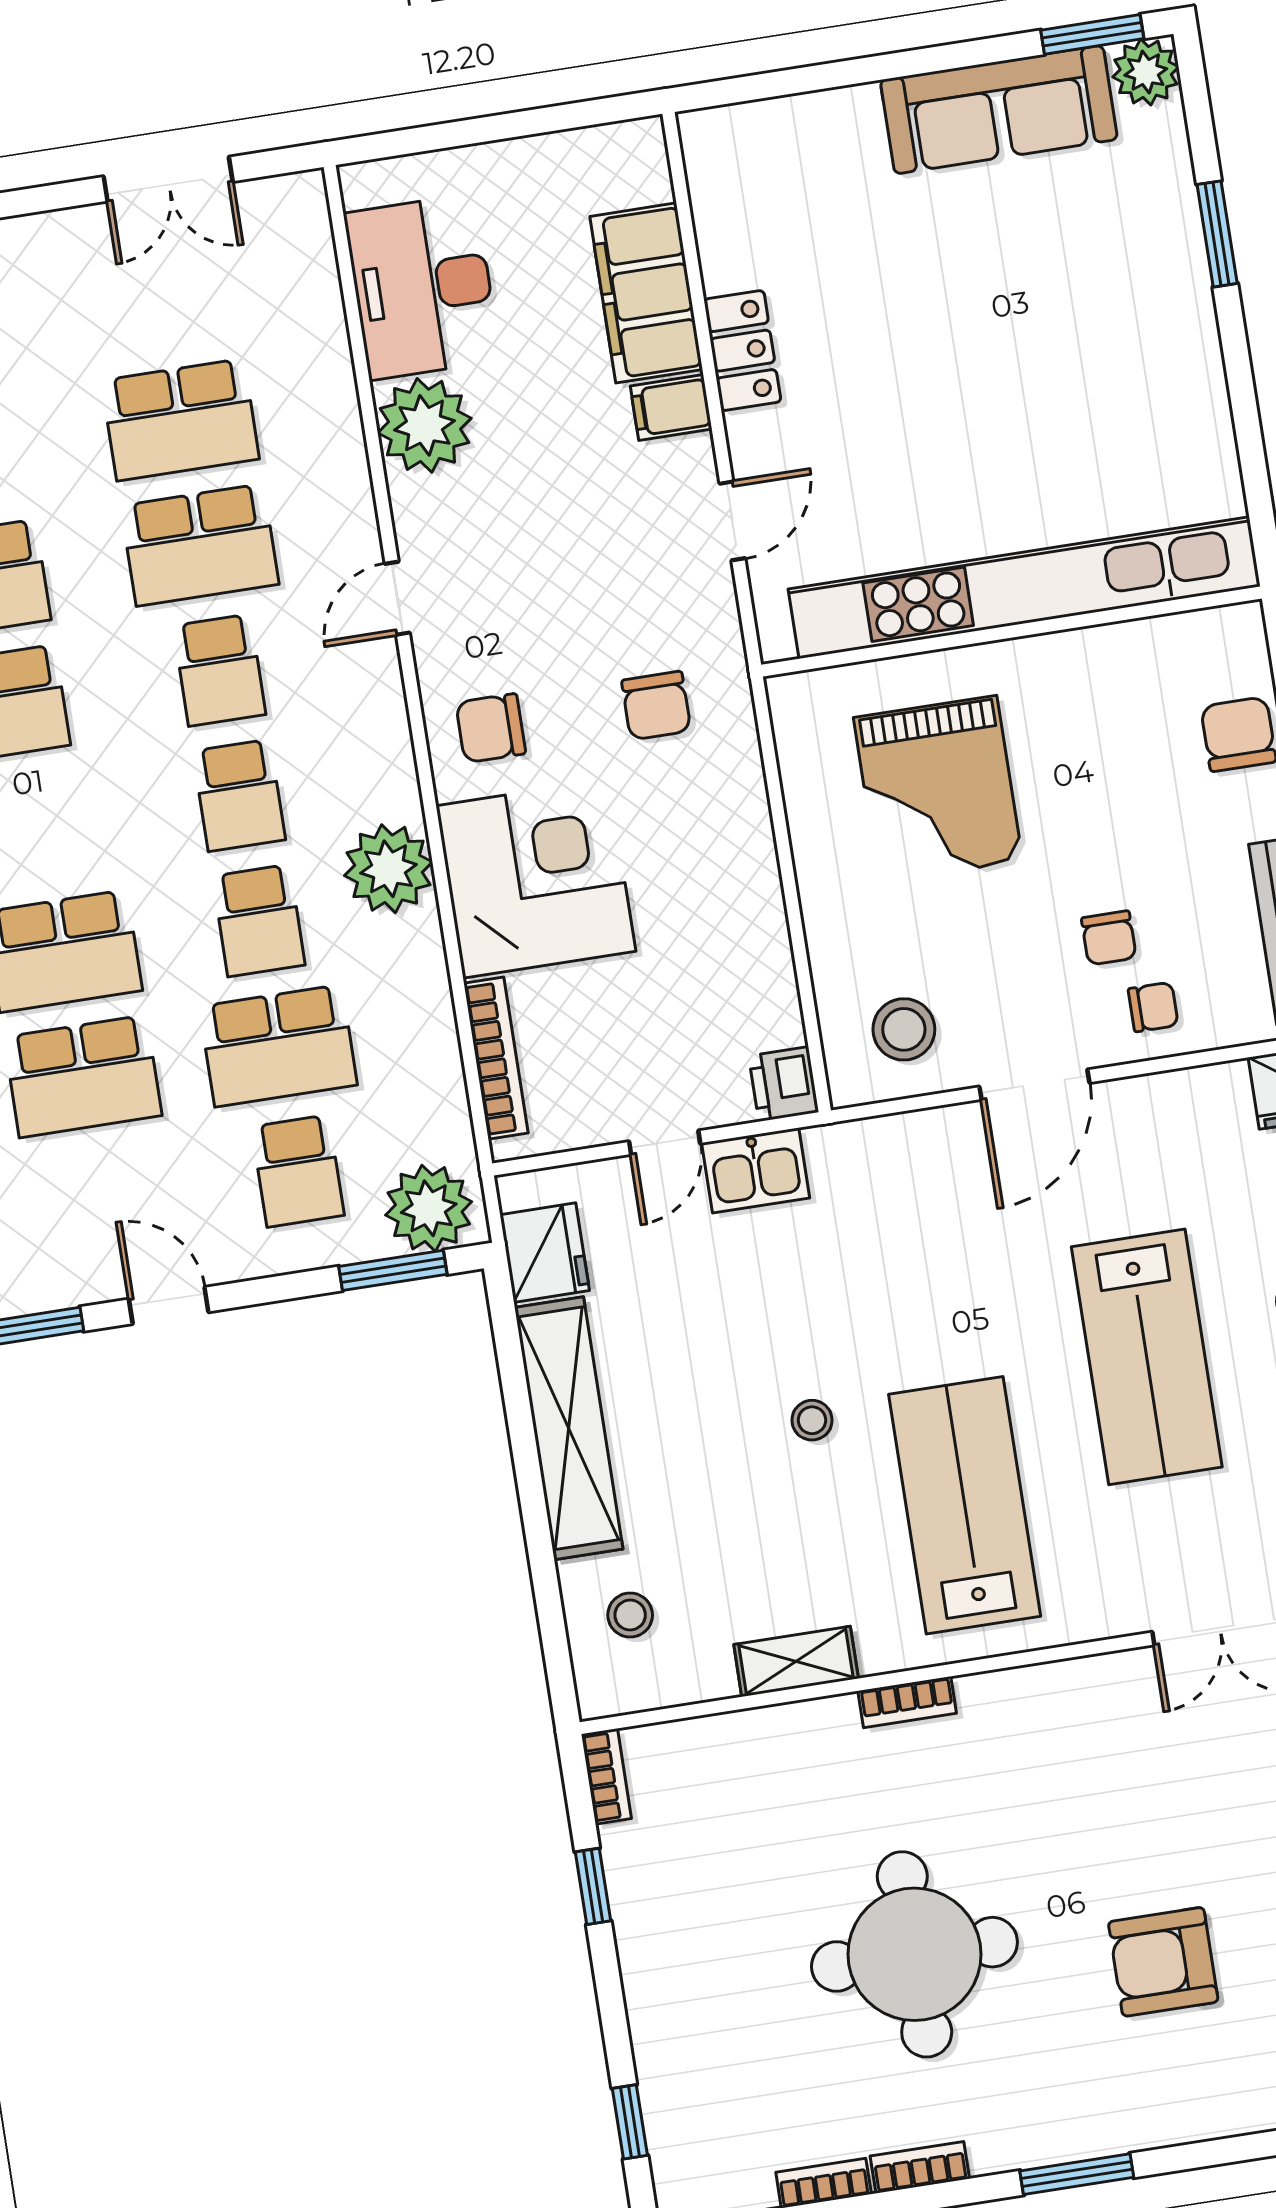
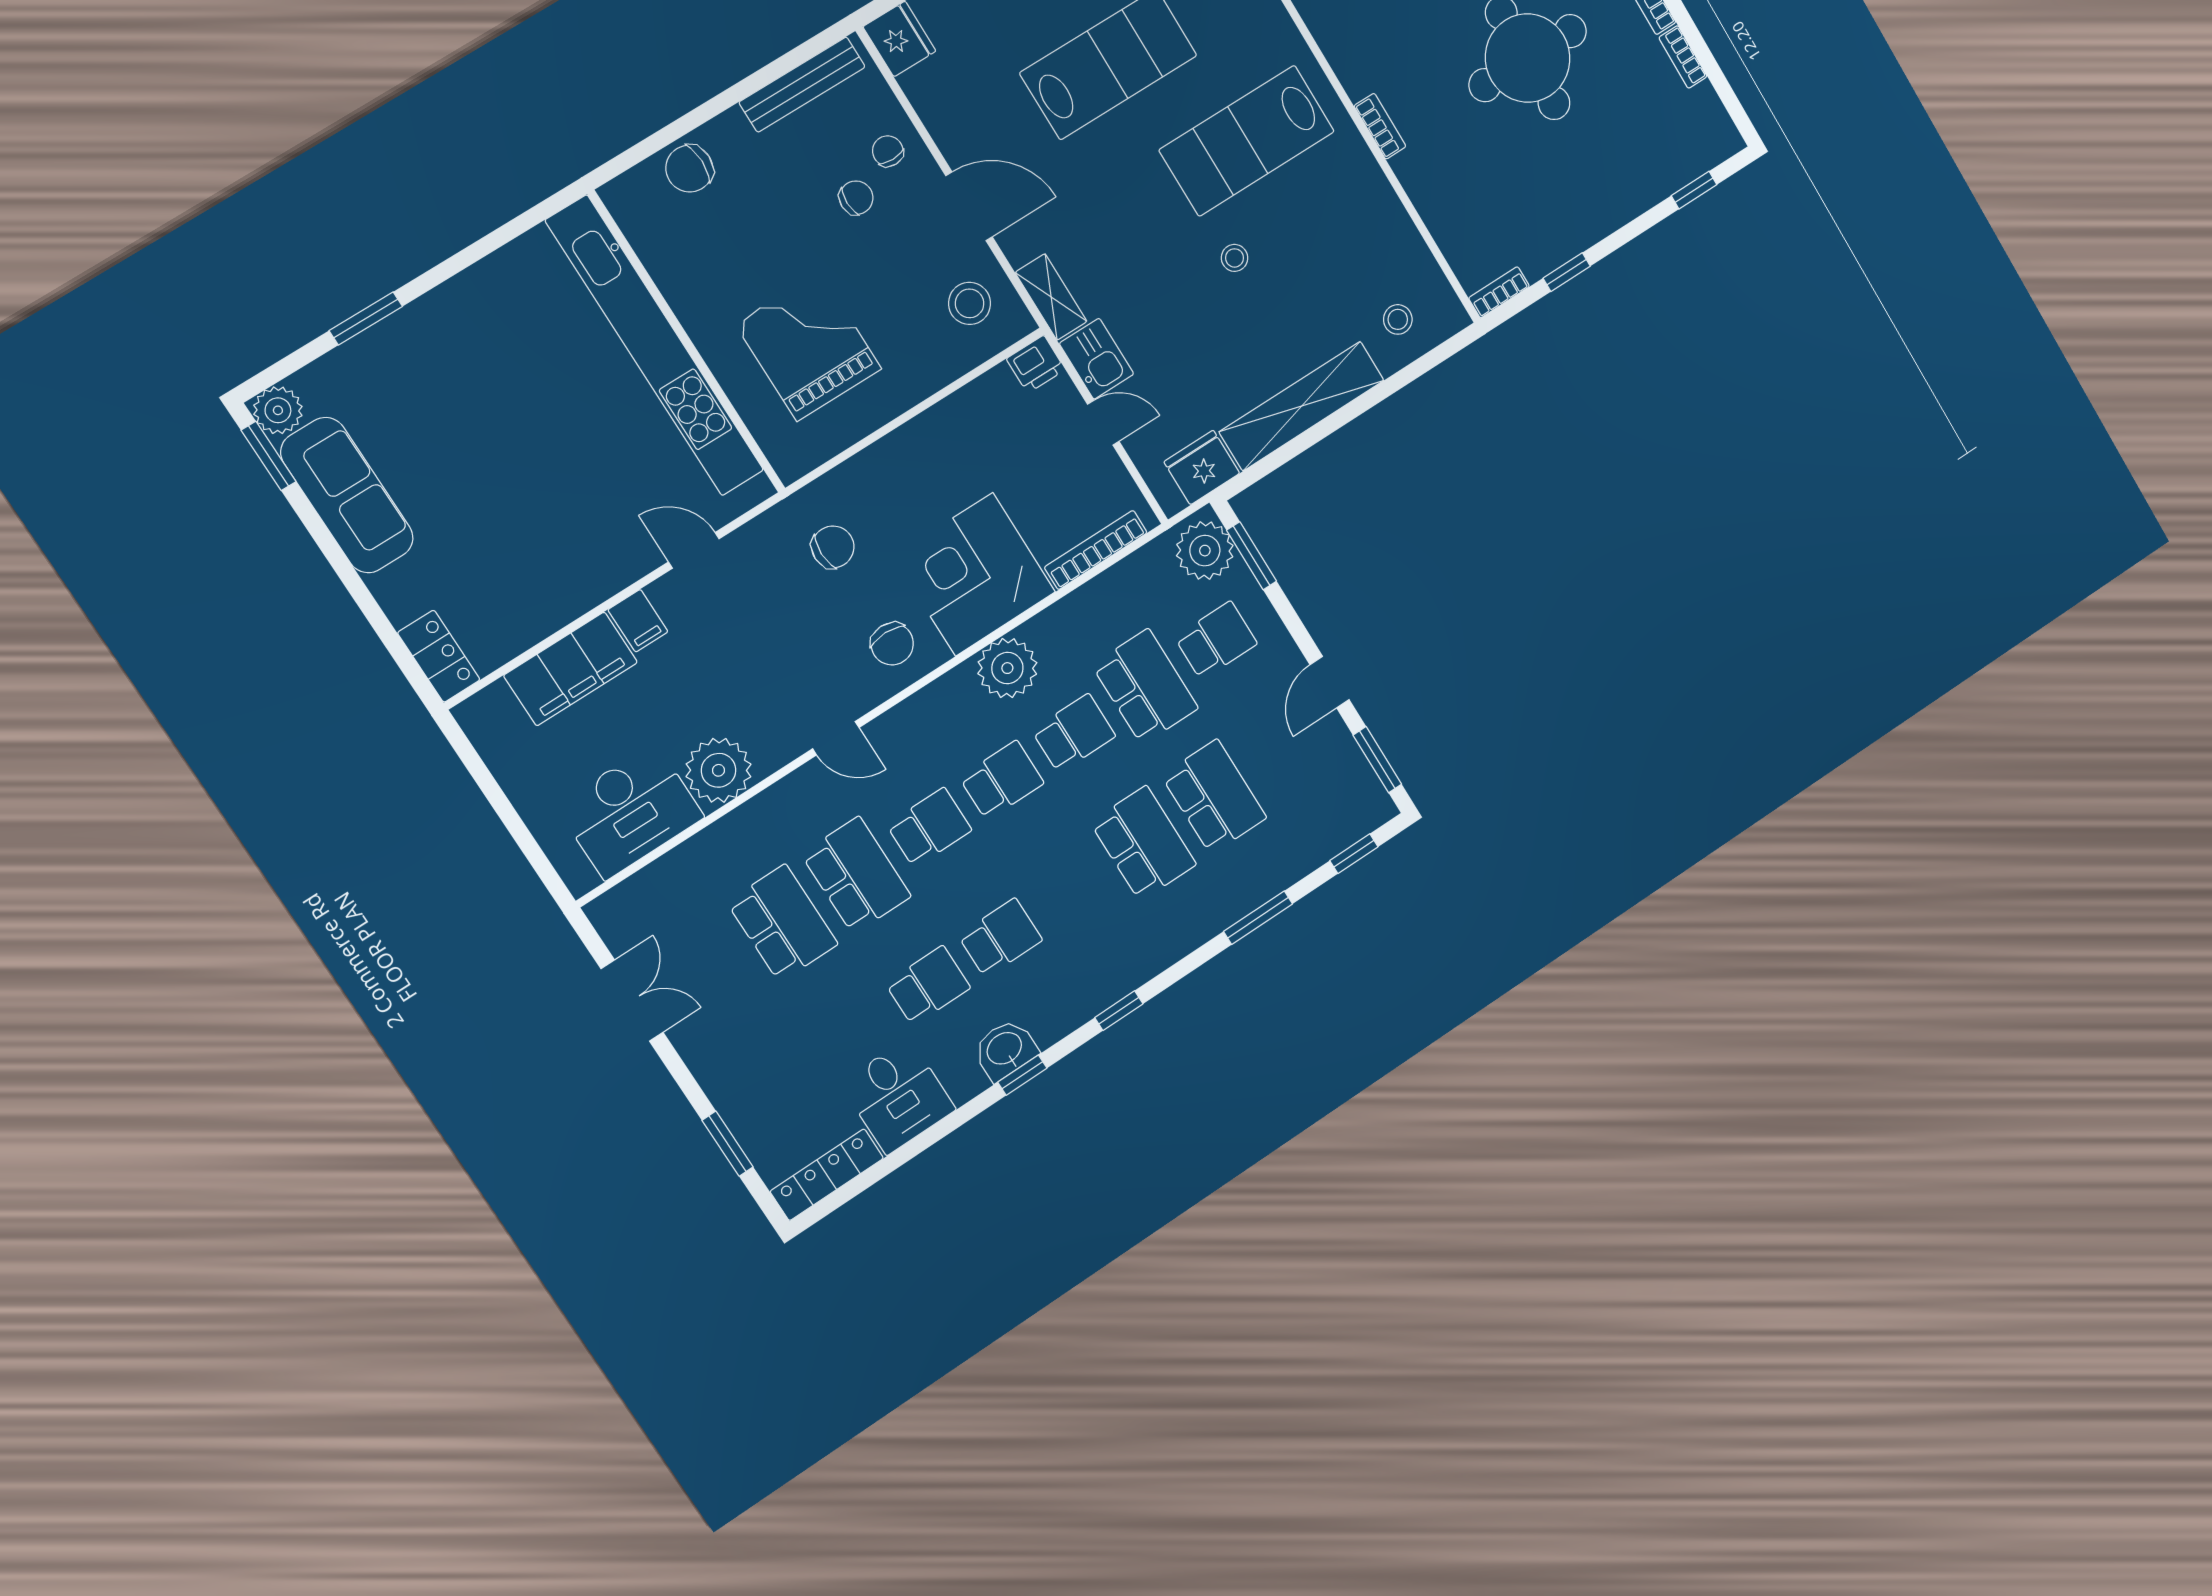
locker: (742, 351) -> (439, 656), moved, turned 90
grand piano: (938, 789) -> (808, 346), turned -90
shelving: (796, 1661) -> (1051, 297), moved

